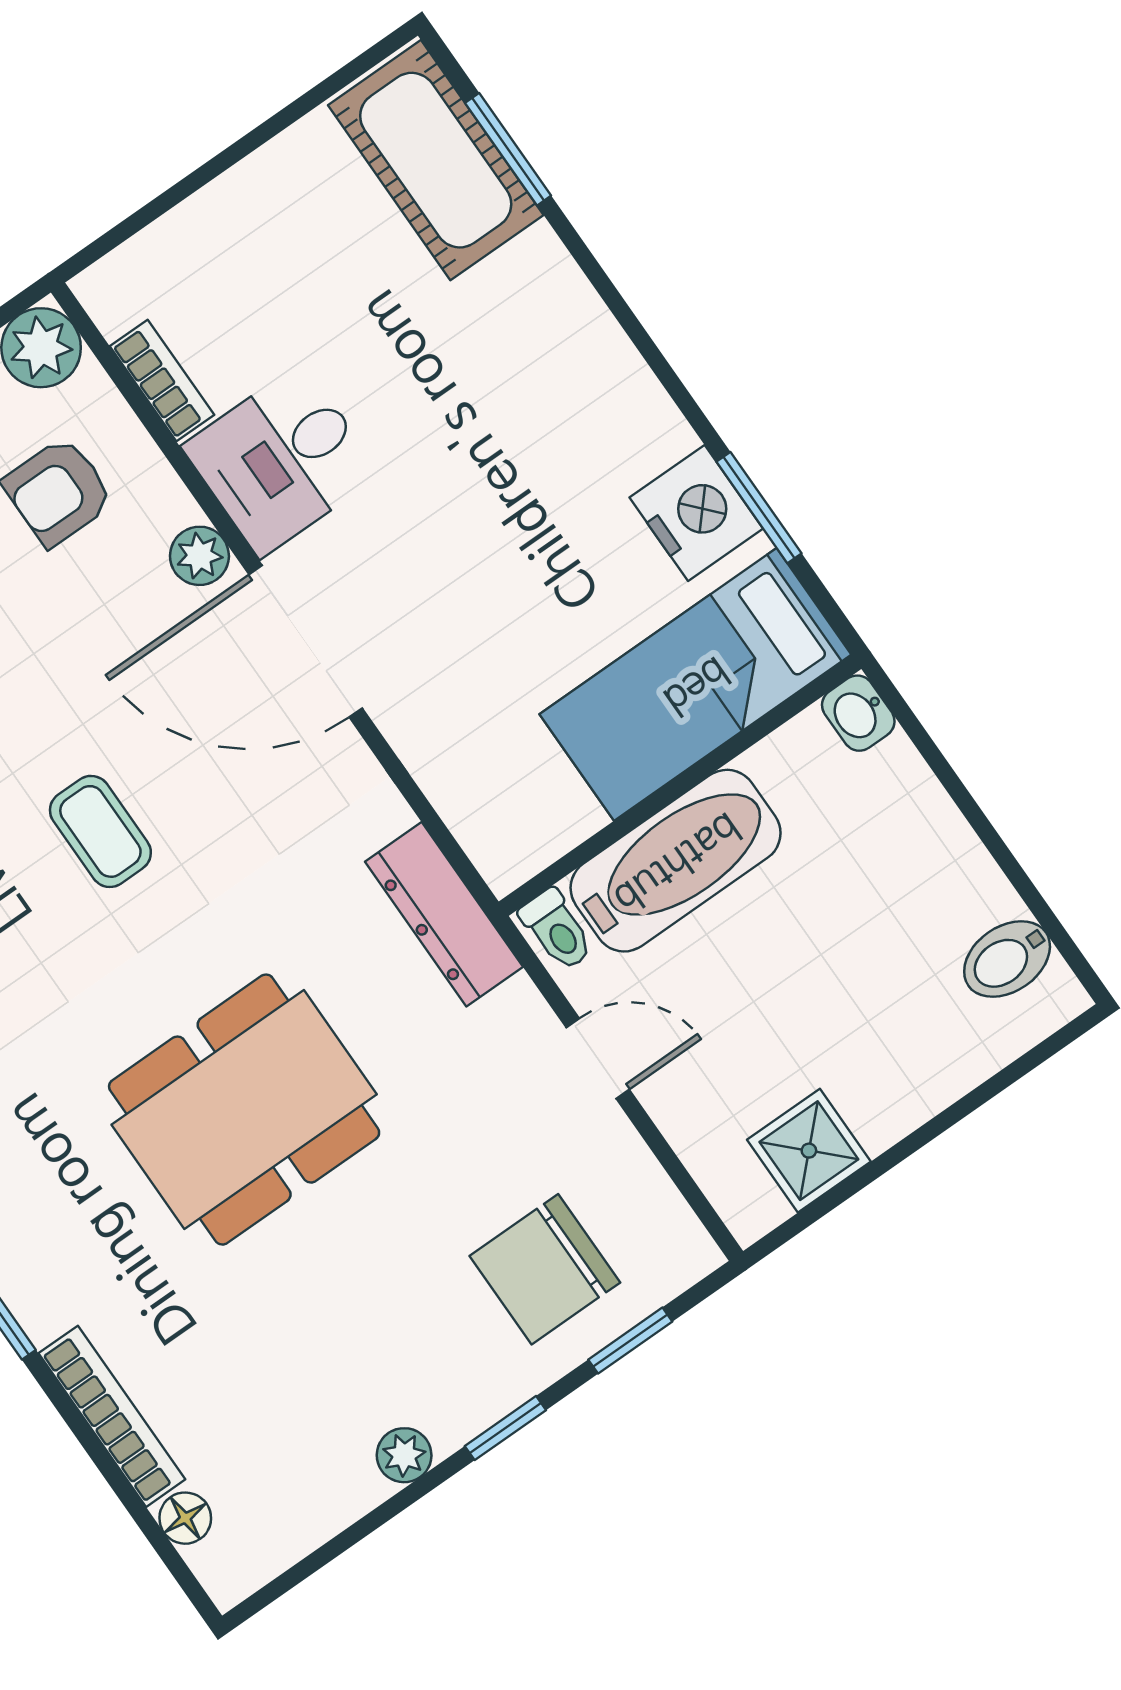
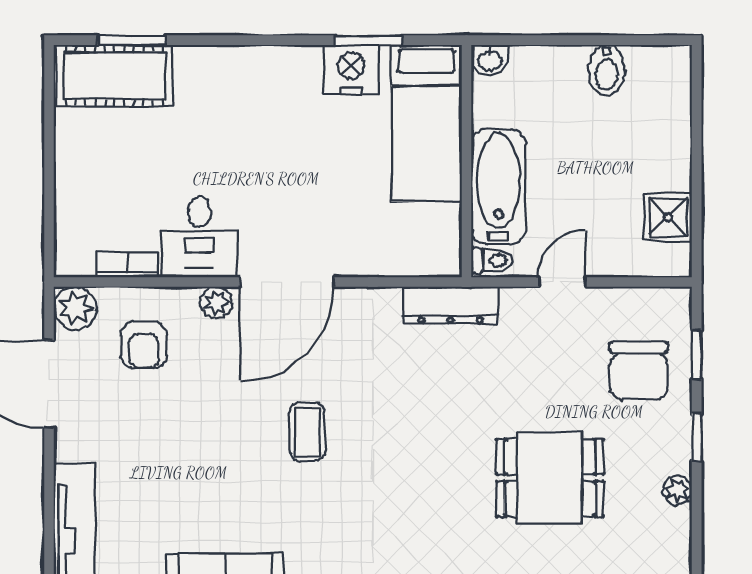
coffee table: (100, 831) -> (307, 432), turned 90
bidet: (1007, 959) -> (606, 70), moved
dining table: (244, 1110) -> (550, 478), moved, width x0.73

